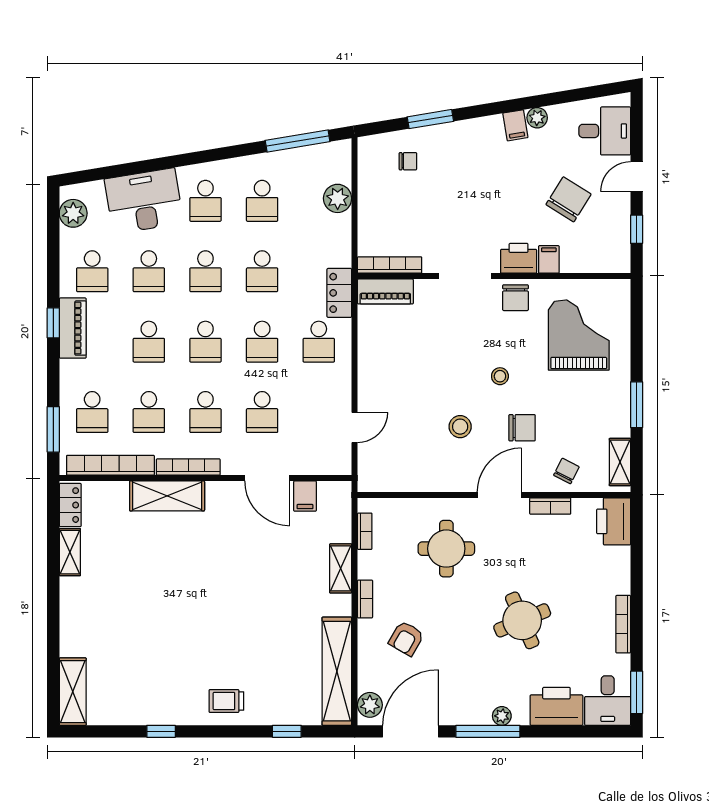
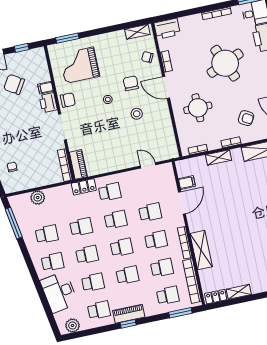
window: (637, 405) -> (67, 38), moved
round table: (522, 620) -> (225, 63), width x1.36, depth x1.36

